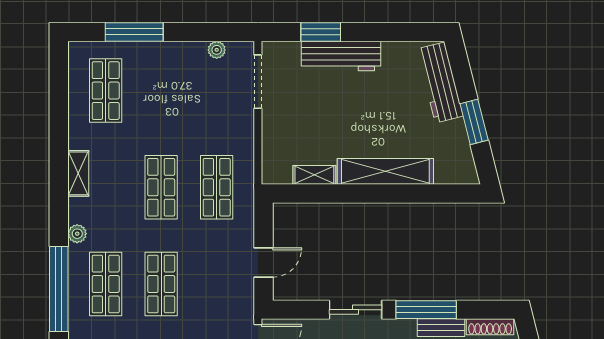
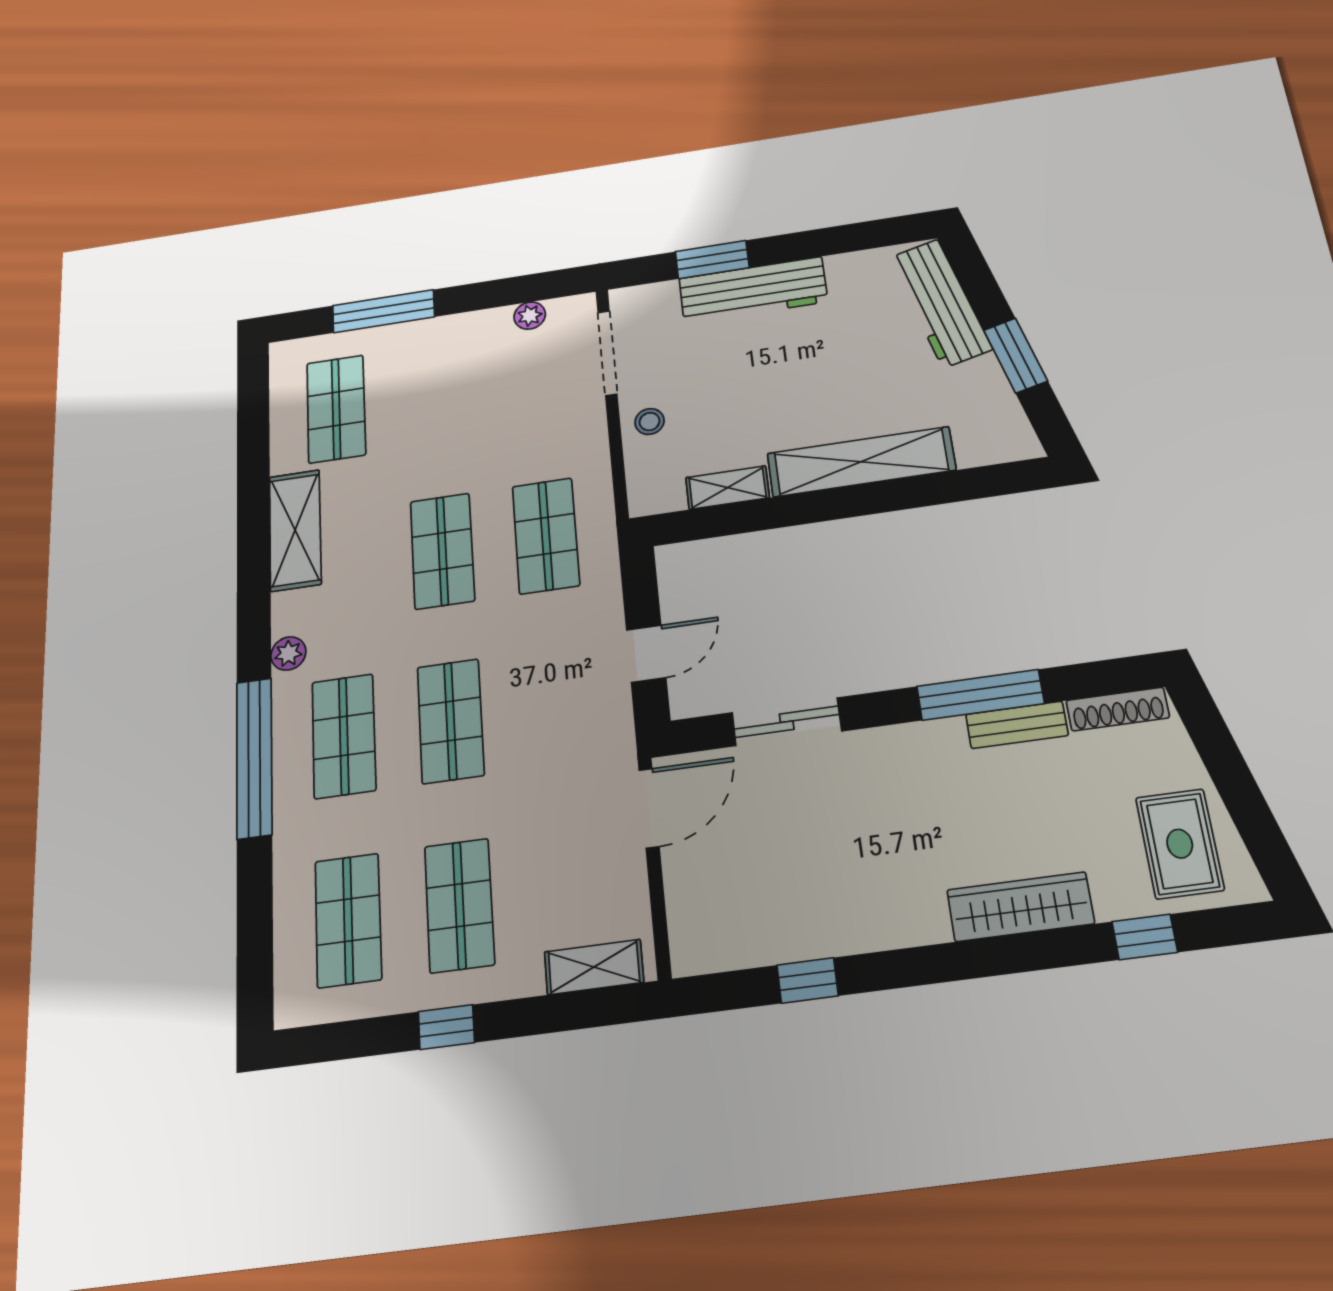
stool: (277, 128) -> (650, 421), added
shelving: (78, 173) -> (295, 530), width x1.50, depth x1.33
sliding door: (355, 310) -> (787, 722), moved

